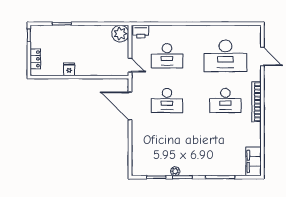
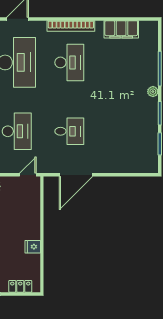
desk: (167, 100) -> (69, 131), width x0.73
filing cabinet: (253, 161) -> (121, 29), moved
plant: (175, 171) -> (153, 92), moved

